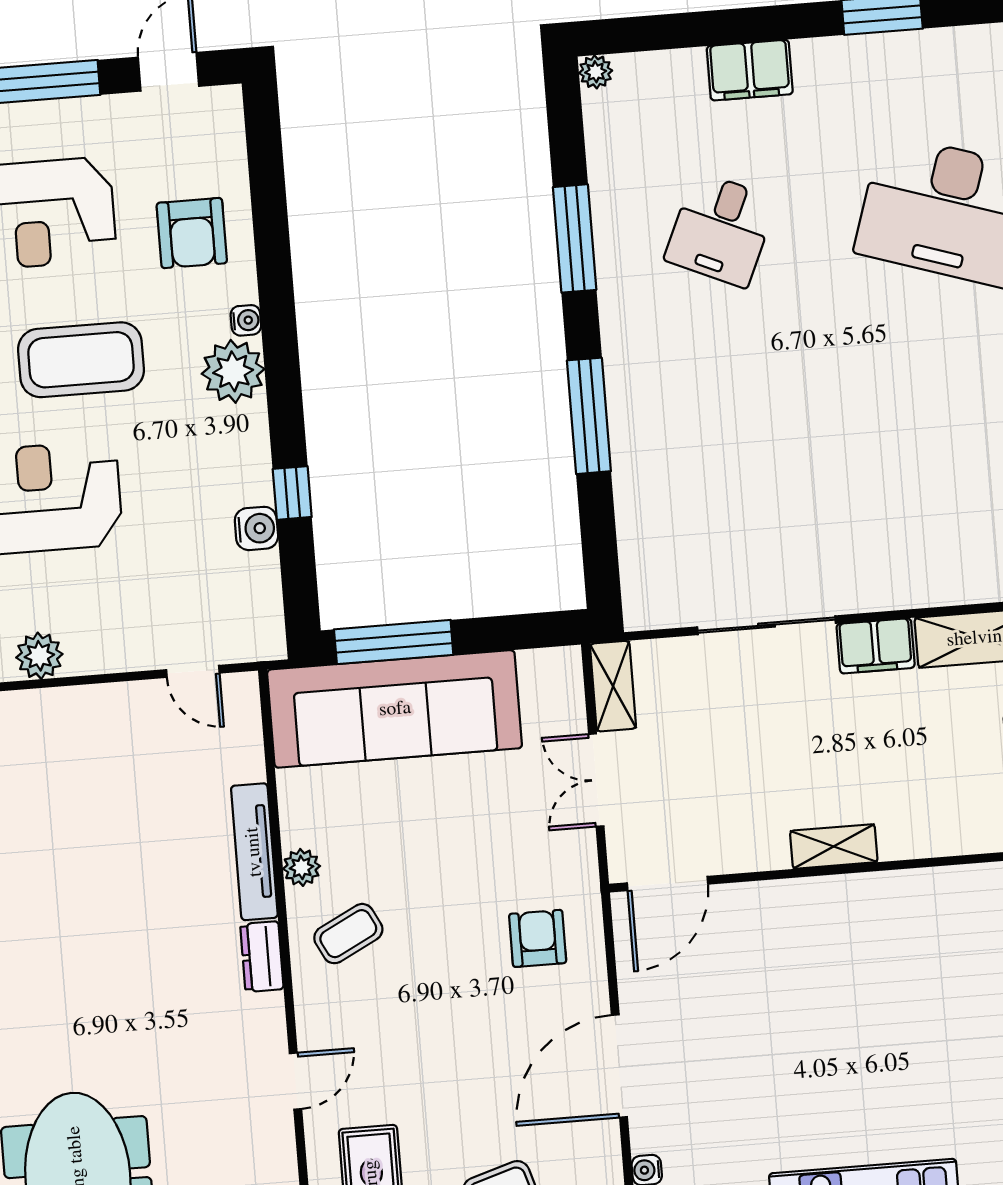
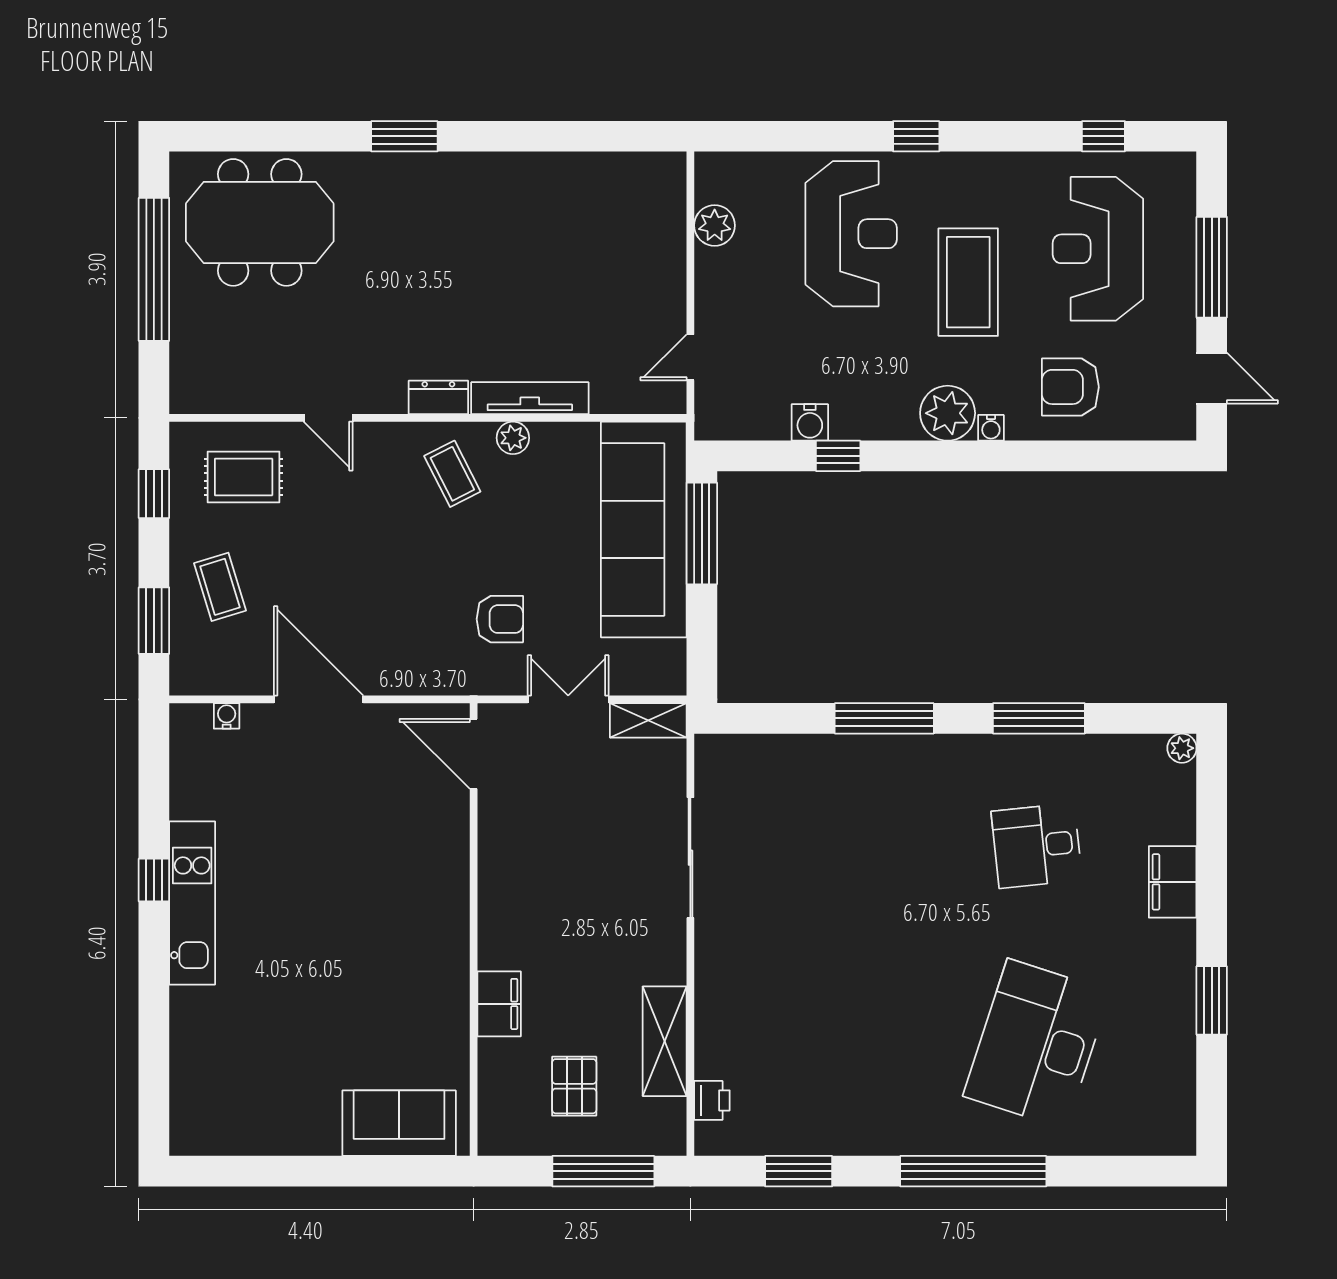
desk: (721, 229) -> (1037, 846), turned -30
filing cabinet: (876, 646) -> (499, 1004), moved, turned 180
shelving: (834, 846) -> (494, 901), removed
armchair: (538, 938) -> (500, 619), moved

